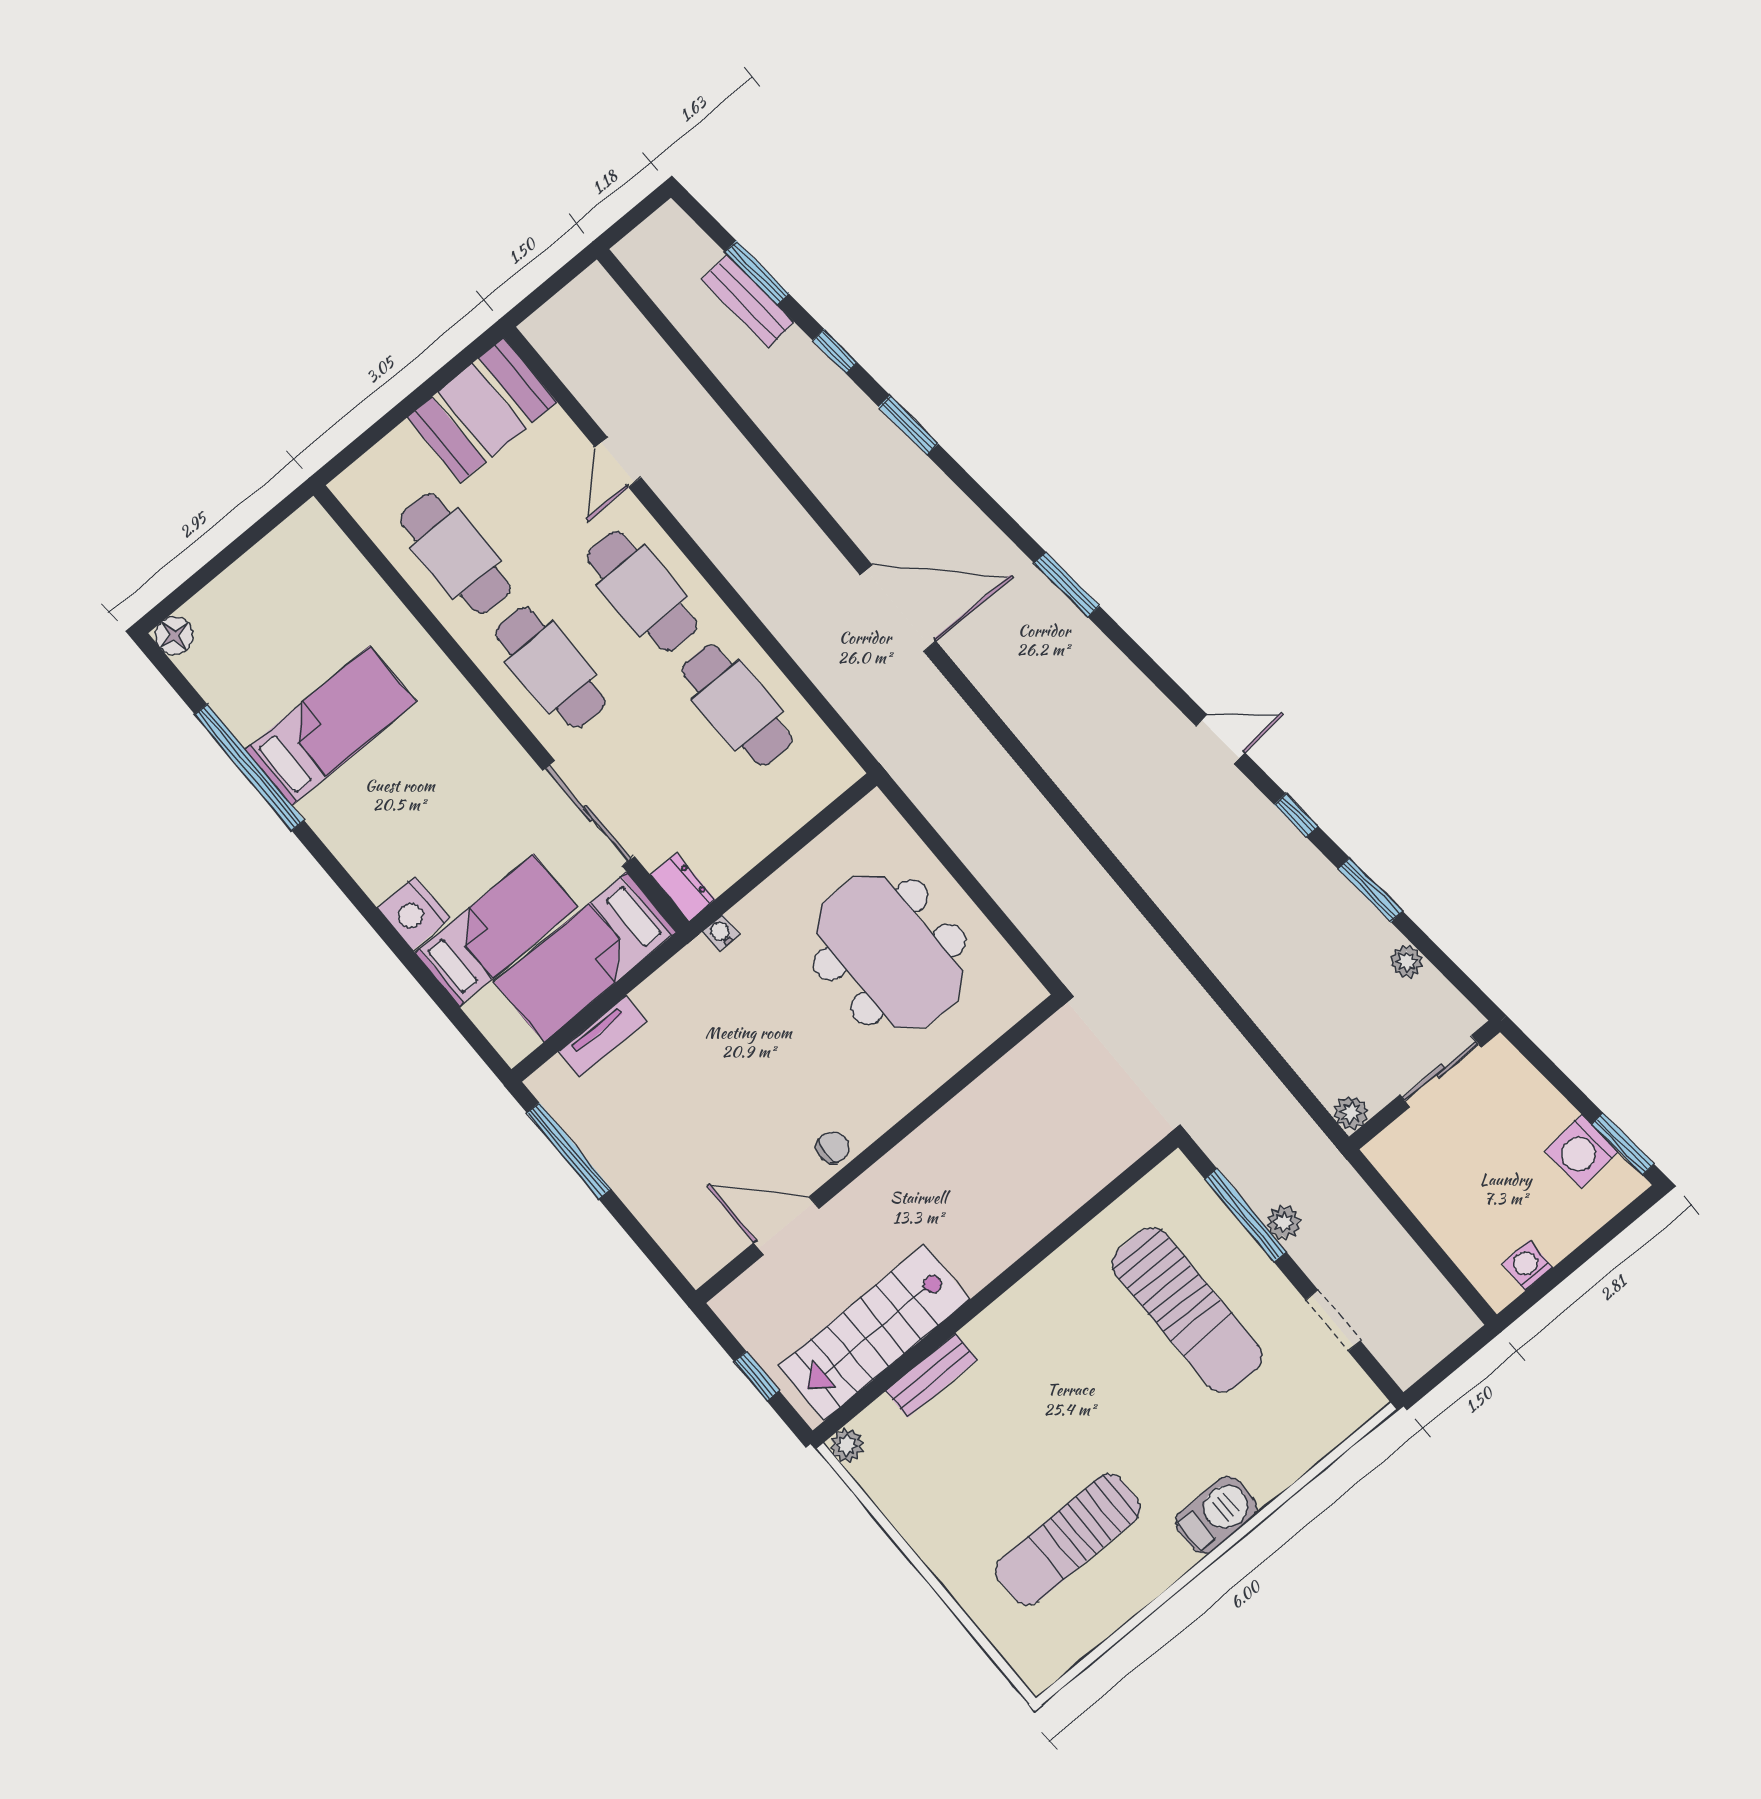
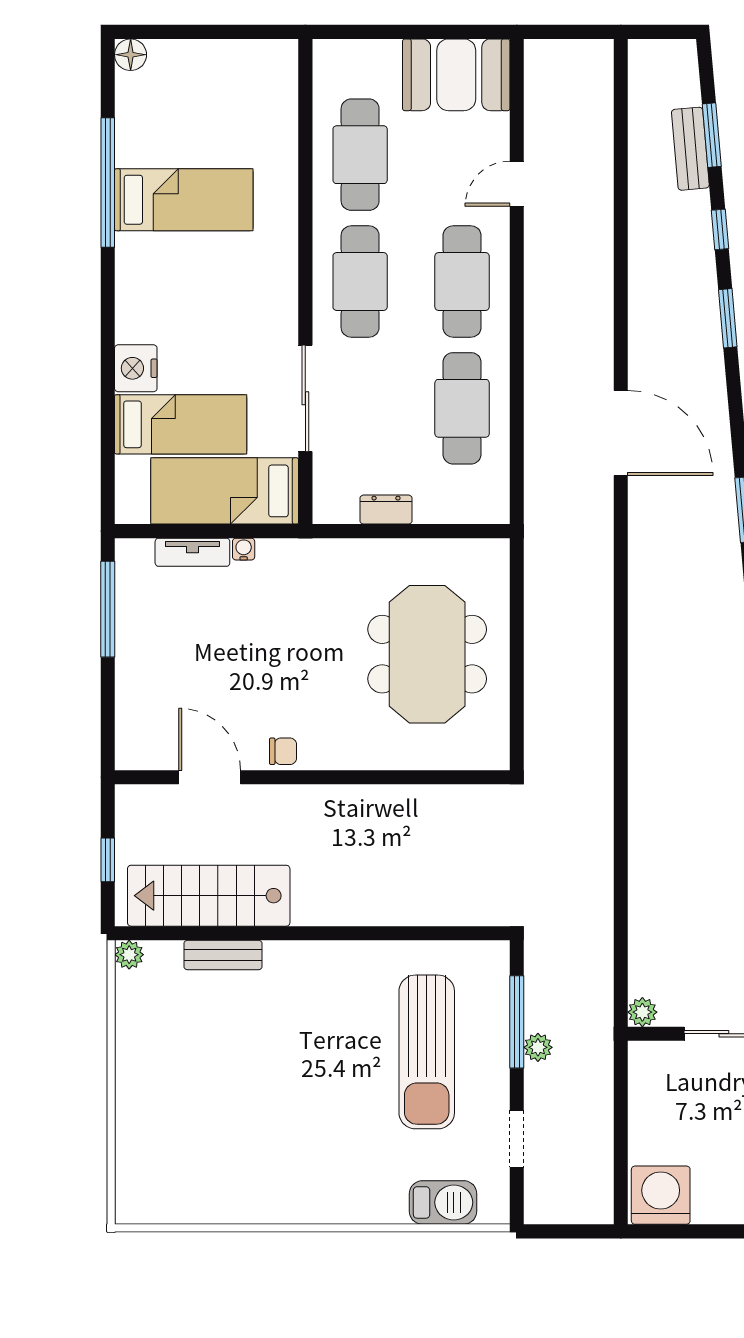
dresser: (683, 887) -> (386, 510), moved, turned -90
water cooler: (721, 933) -> (244, 549), moved
washing machine: (1527, 1265) -> (661, 1195), width x1.89, depth x1.89
barbecue: (1216, 1515) -> (443, 1202), moved
sun lounger: (1068, 1540) -> (223, 1138), removed

